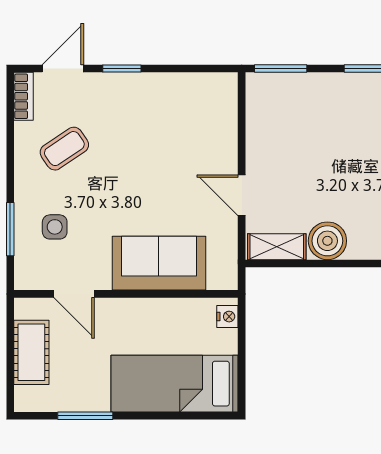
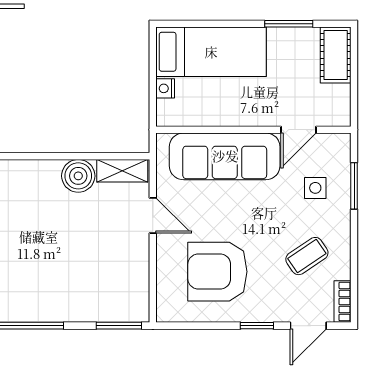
armchair: (167, 131) -> (217, 272), added
sofa: (159, 263) -> (225, 156), width x1.36
door: (74, 294) -> (298, 130), swing flipped
nightstand: (227, 317) -> (165, 88), moved
cot: (31, 352) -> (336, 55), moved

